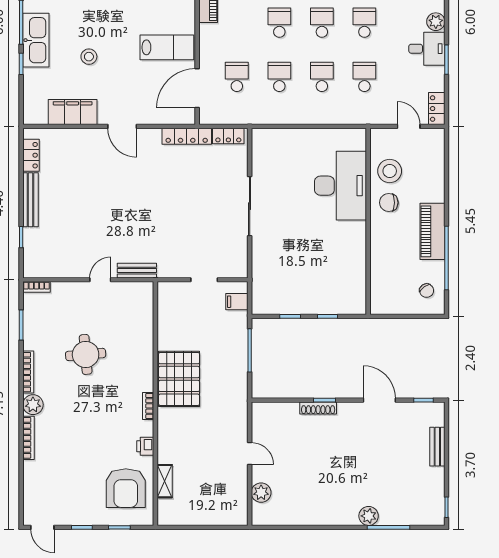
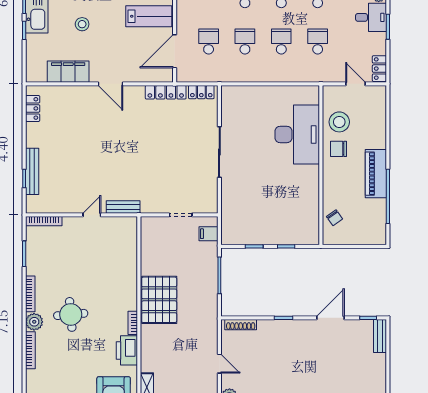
bench: (30, 200) -> (32, 171), moved
bookcase: (36, 287) -> (44, 221), width x1.56
chair: (427, 291) -> (335, 218), moved
round table: (86, 354) -> (71, 314), moved
door: (379, 400) -> (330, 318), hinge flipped
shoe rack: (318, 408) -> (241, 325), moved
printer: (145, 446) -> (127, 350), width x1.87, depth x1.48
bench: (437, 447) -> (380, 336), moved

